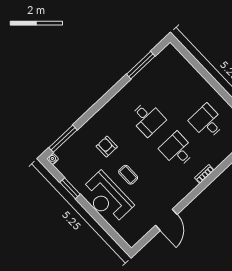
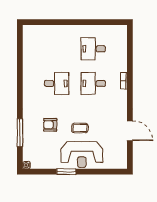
window: (141, 65) -> (20, 57), removed
window: (63, 139) -> (20, 133), moved
window: (70, 188) -> (66, 172), moved

